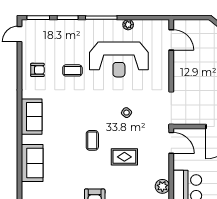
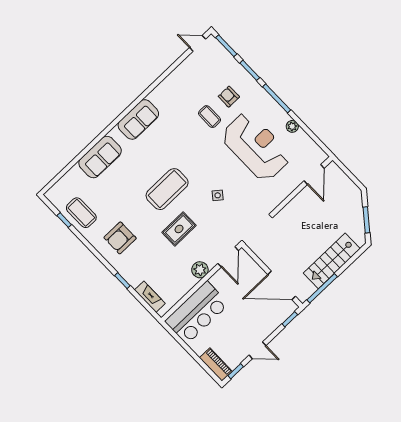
reception desk: (119, 59) -> (256, 147), turned 180
armchair: (37, 70) -> (229, 97), moved, turned 180
coffee table: (92, 140) -> (167, 189), width x1.86, depth x1.72
rug: (124, 157) -> (179, 229), turned 90
plant: (162, 186) -> (200, 270), moved

